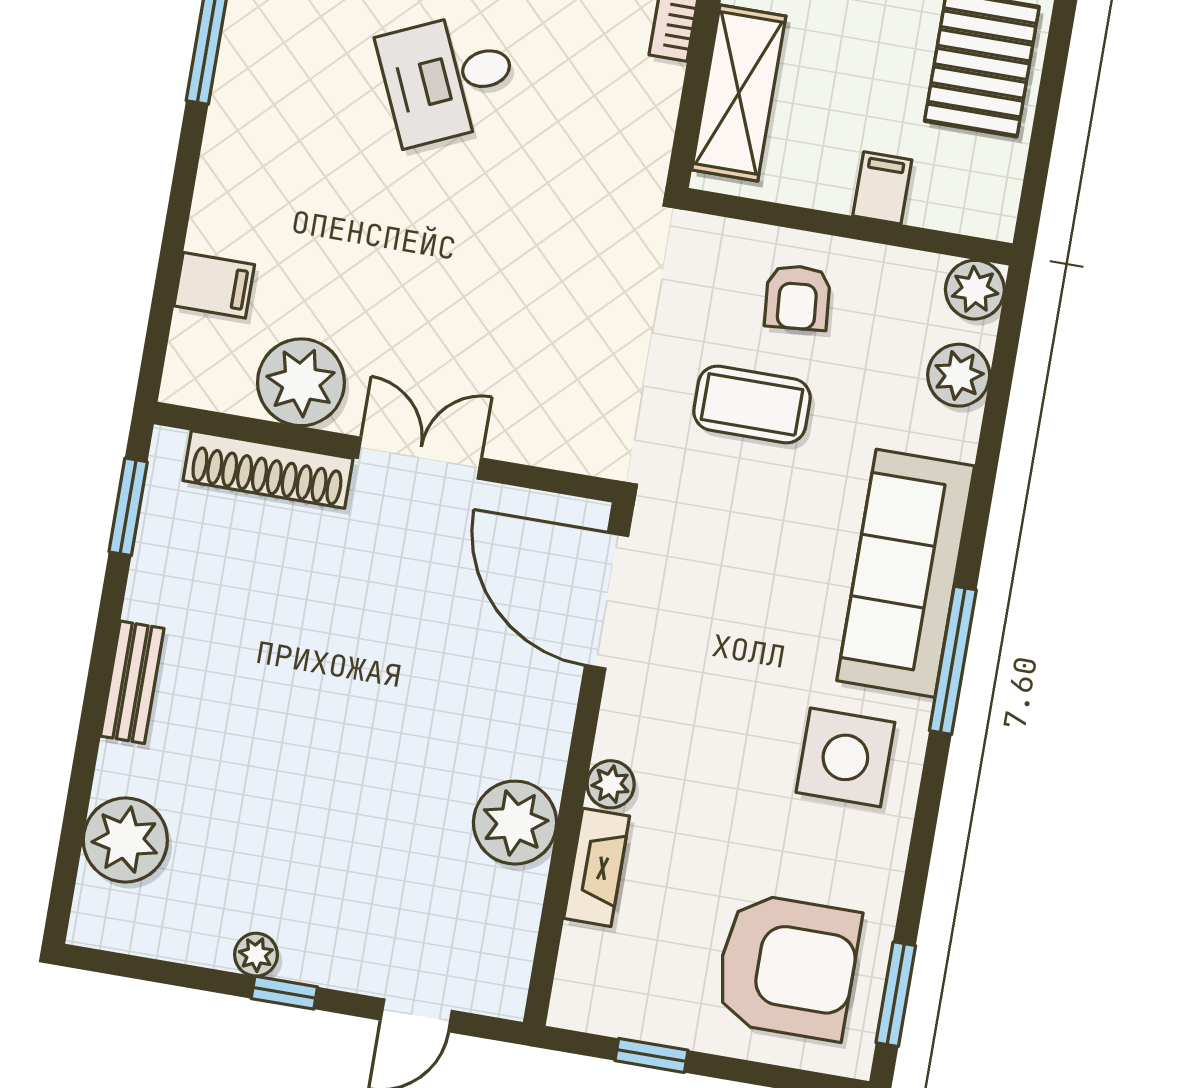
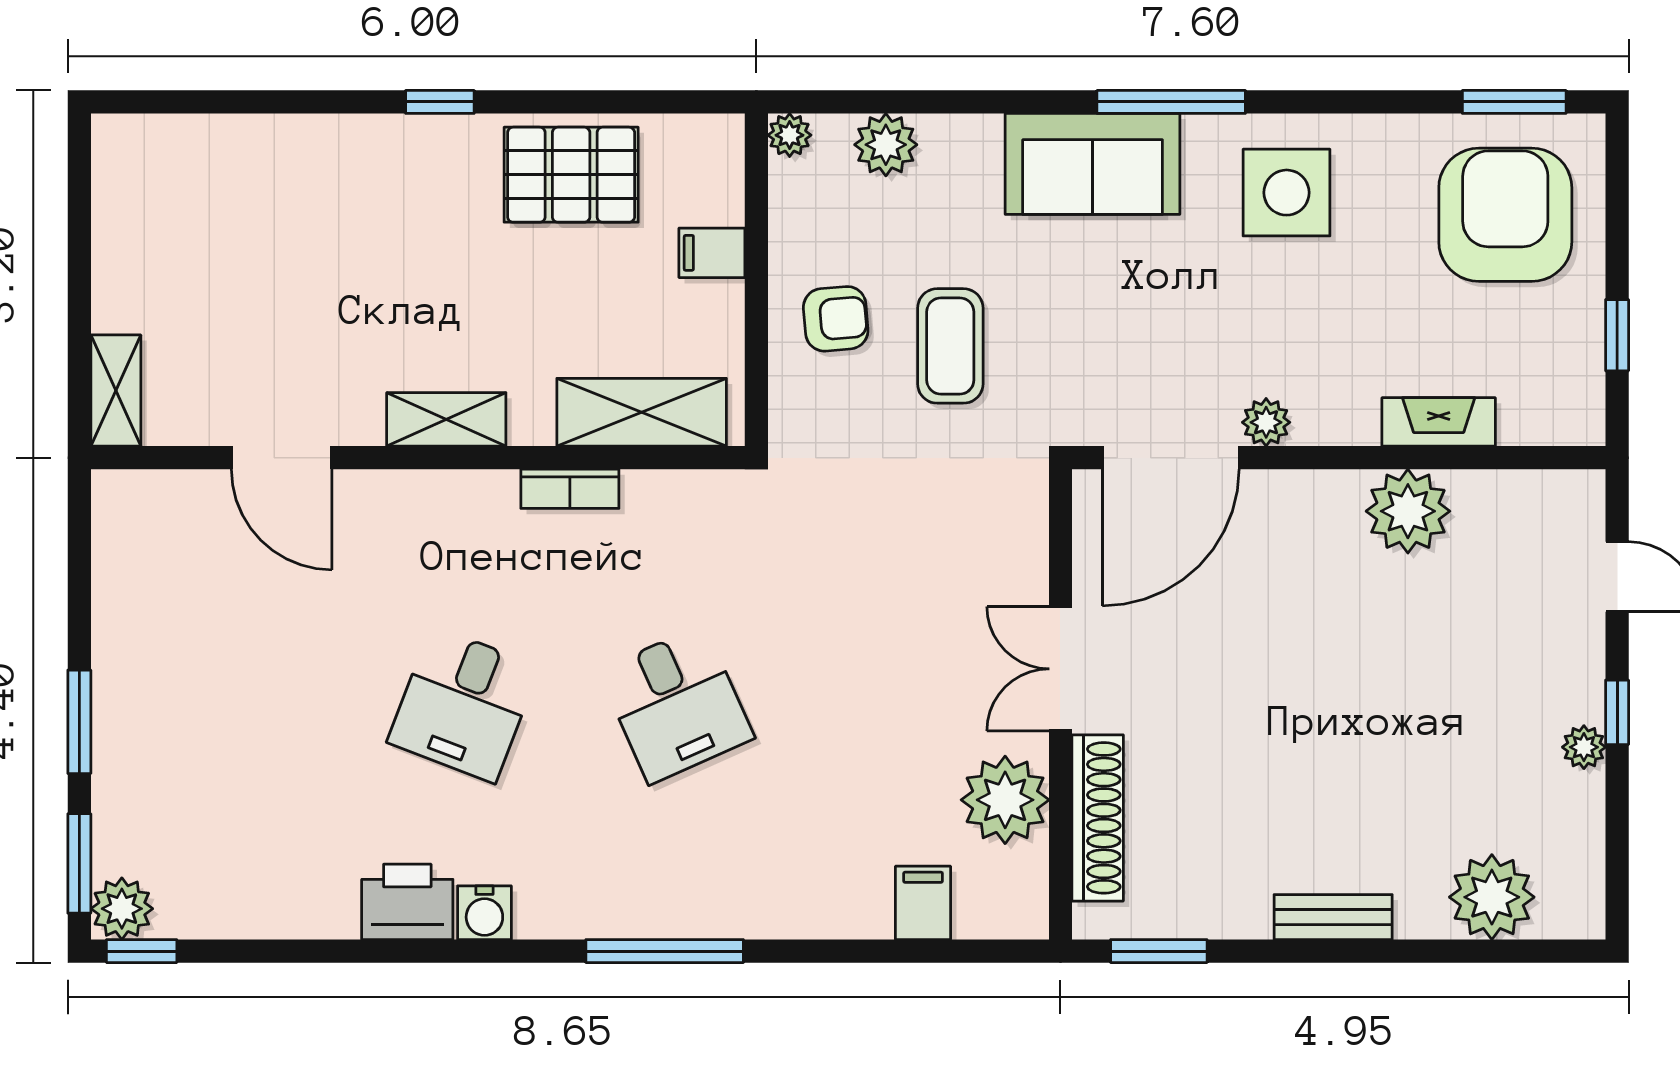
plant: (975, 290) -> (790, 135), width x0.73, depth x0.73
sofa: (906, 573) -> (1093, 164), width x0.73
plant: (611, 784) -> (1266, 422), moved

